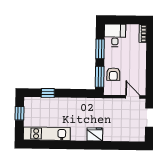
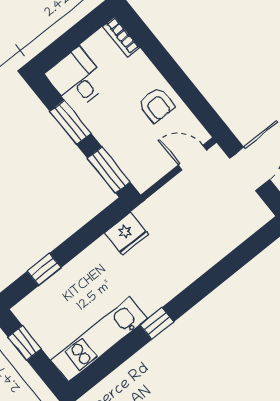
armchair: (113, 74) -> (156, 105), moved
fridge: (95, 134) -> (127, 234), moved, turned 180
window: (72, 145) -> (157, 323), added

